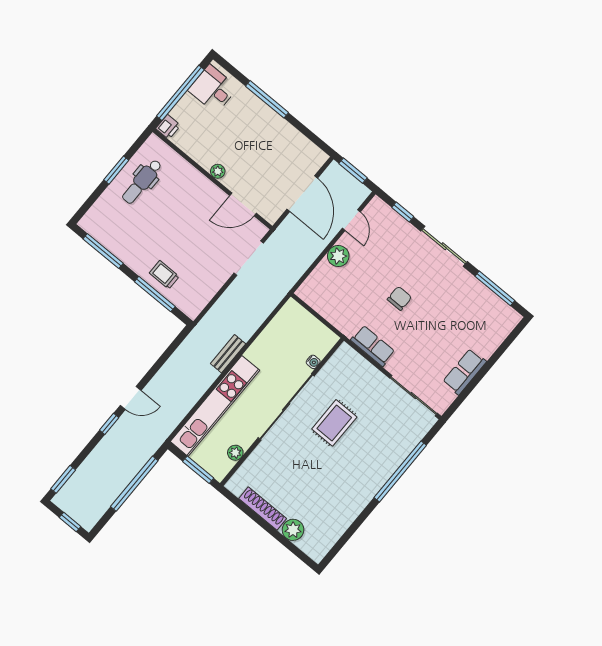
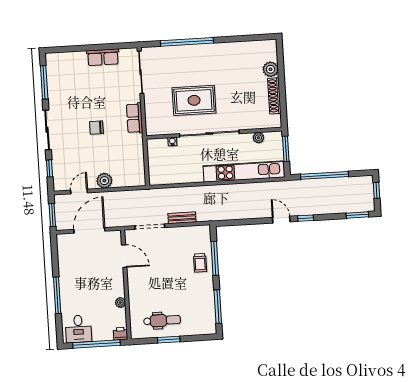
plant: (218, 171) -> (120, 302), moved
bench: (228, 354) -> (182, 218), moved
rug: (334, 423) -> (194, 100), width x1.36, depth x1.43

